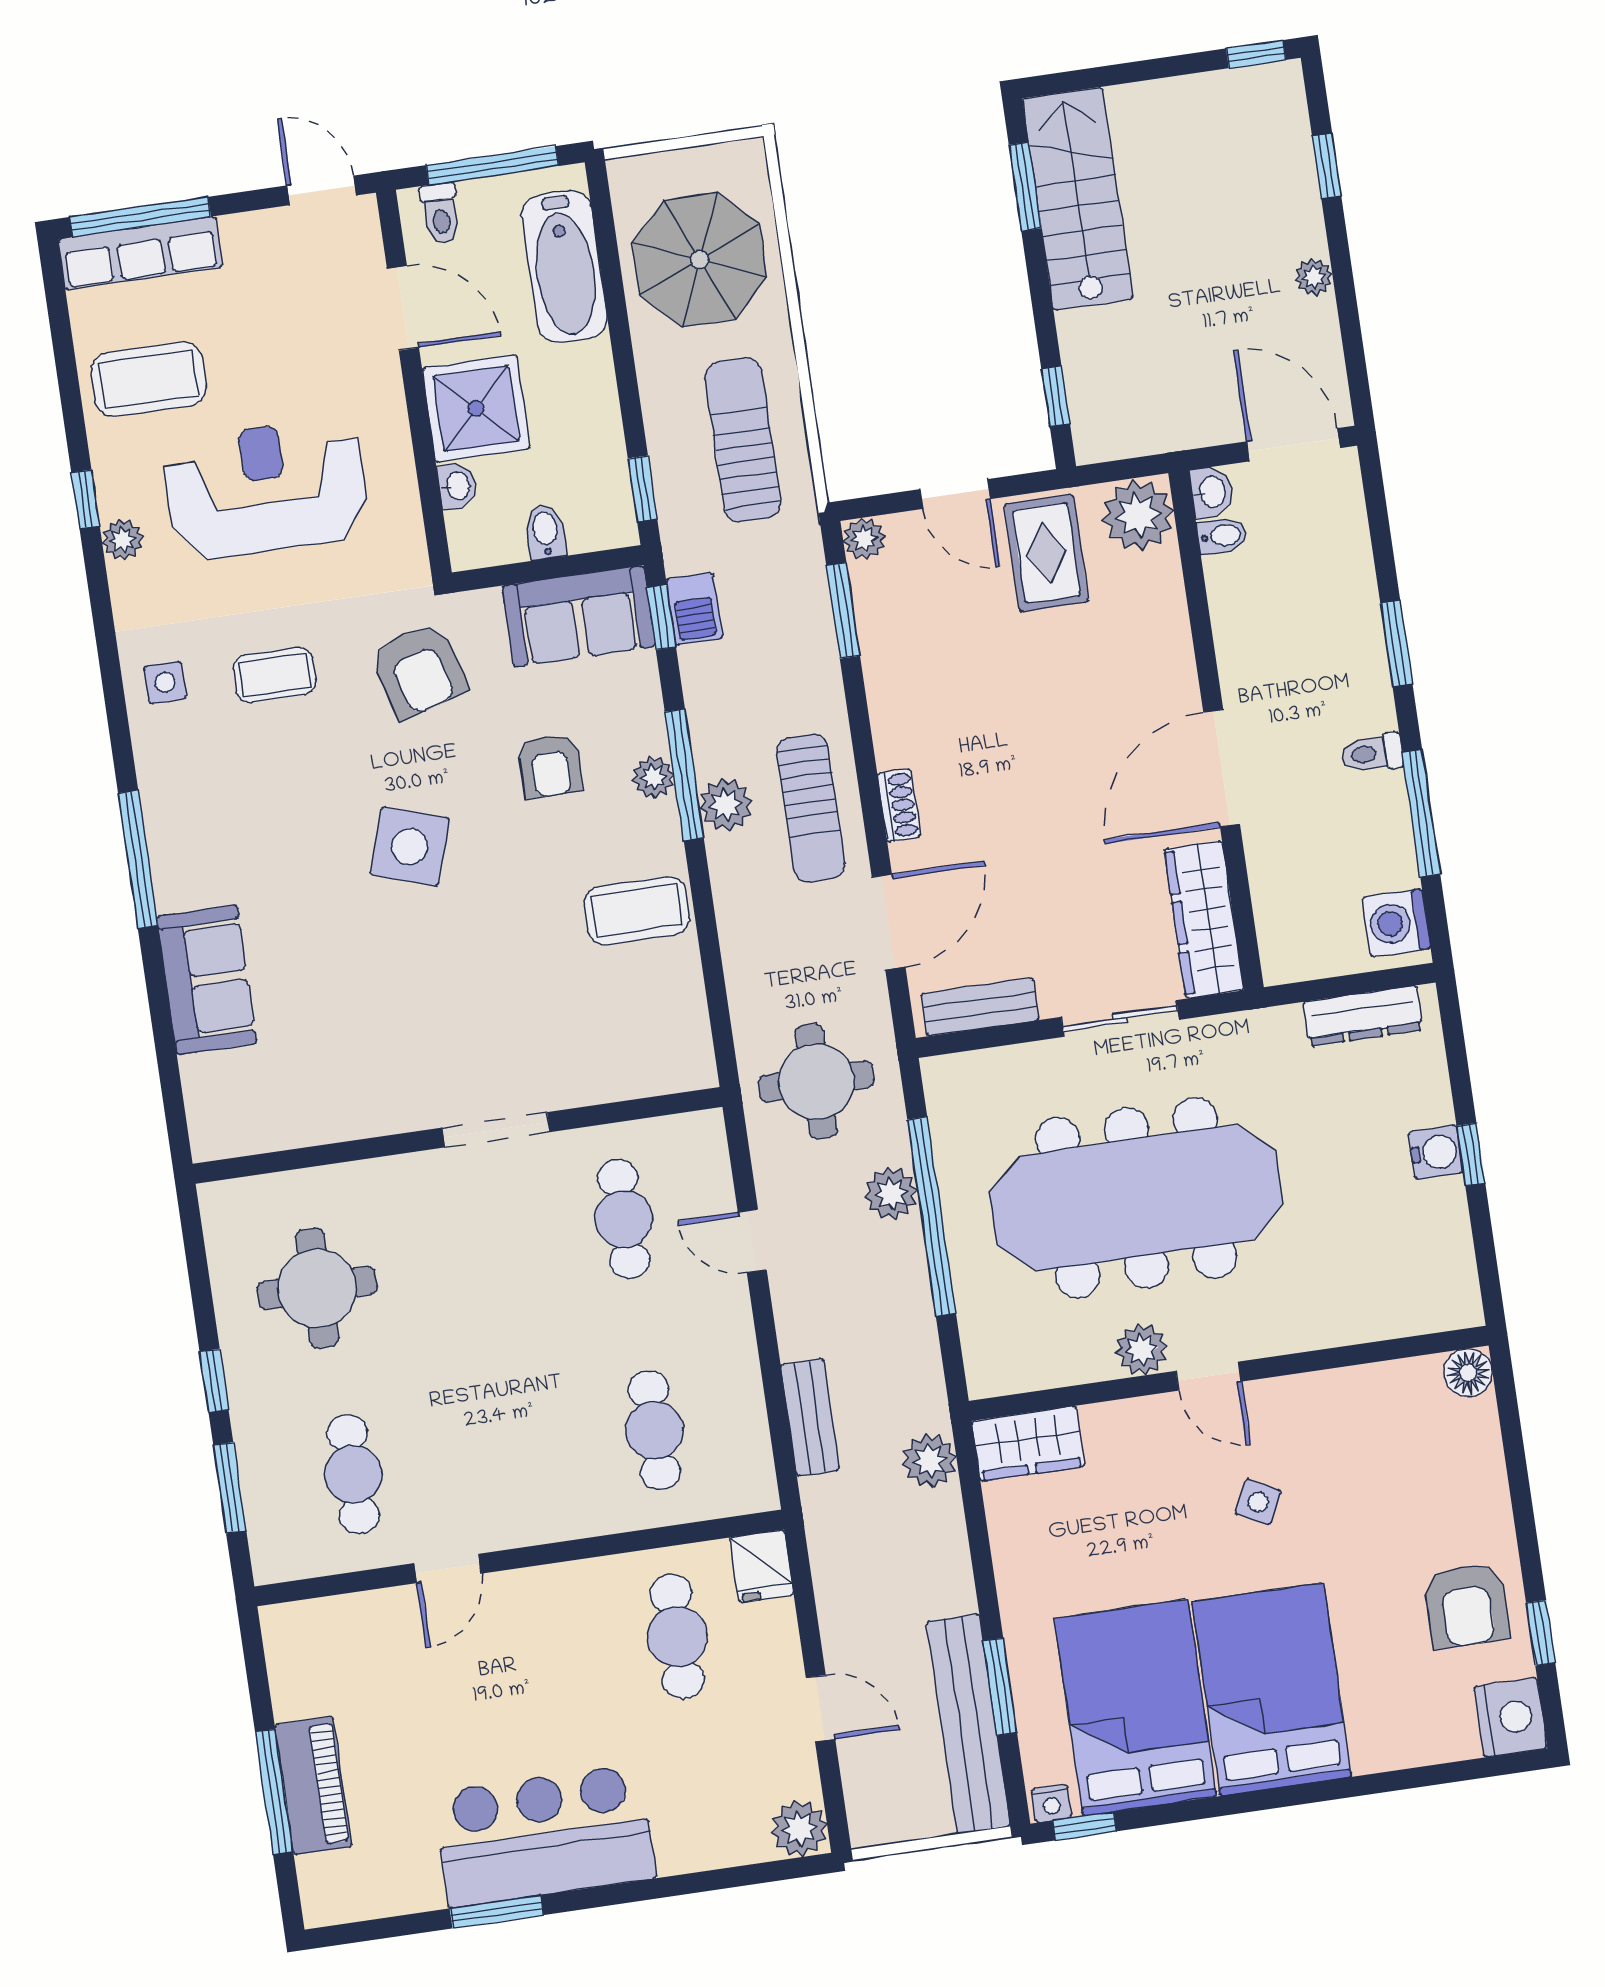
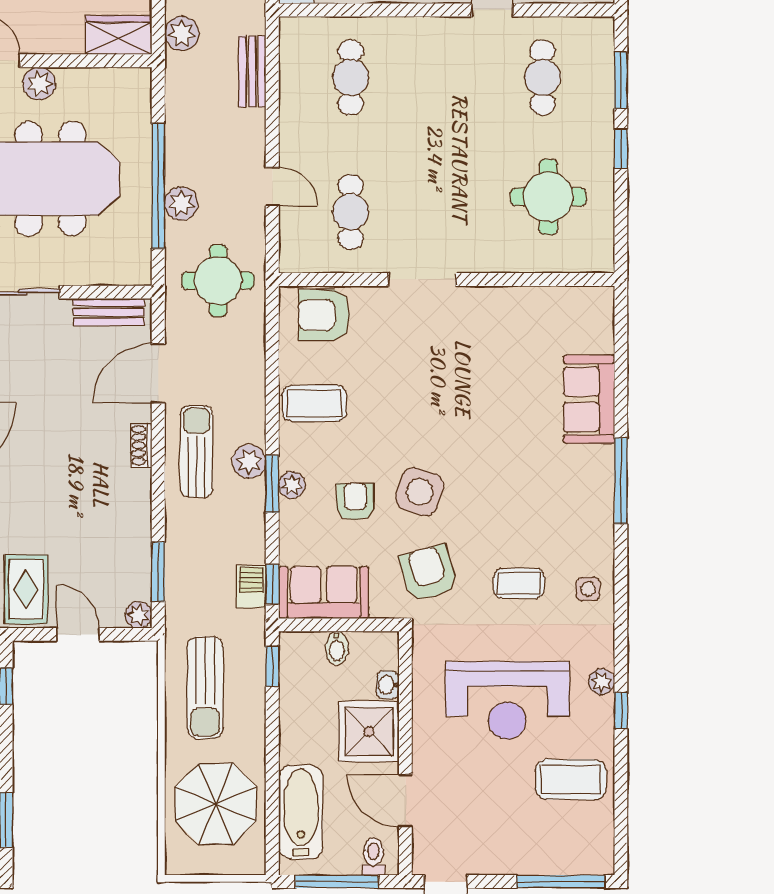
row of seats: (140, 253) -> (564, 859), removed
window: (684, 775) -> (272, 484), width x0.69
side table: (410, 847) -> (420, 492), moved
armchair: (642, 1052) -> (324, 315), added

